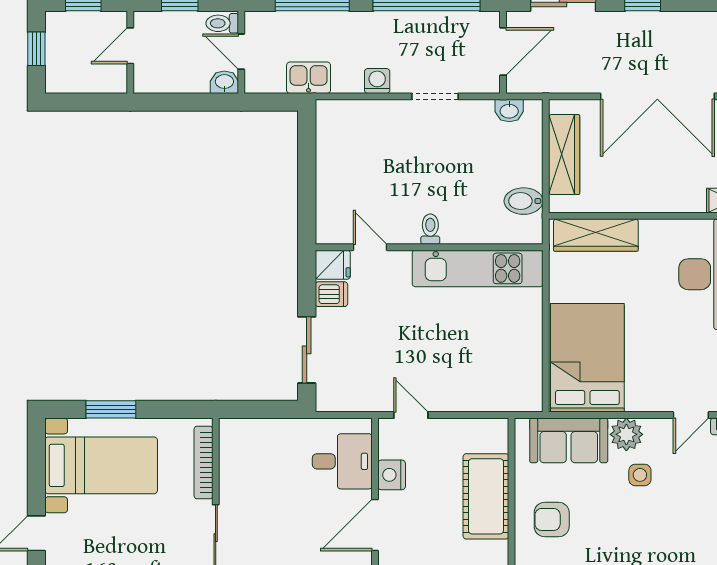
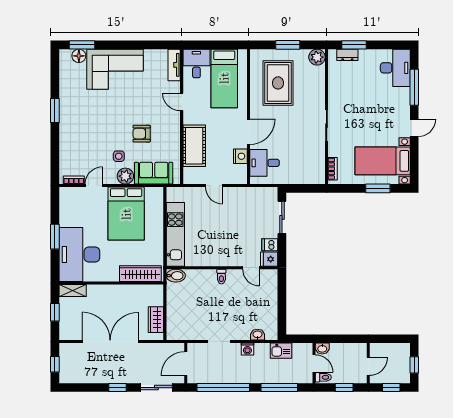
washbasin: (509, 111) -> (258, 335), moved
wardrobe: (564, 155) -> (156, 320), width x0.67
bidet: (524, 201) -> (176, 276), moved
kitchen unit: (478, 268) -> (175, 234), moved, turned 90
bed: (587, 358) -> (126, 214), moved
door: (411, 415) -> (214, 186), moved
bookcase: (203, 462) -> (332, 169), width x0.64
armchair: (552, 519) -> (142, 134), moved, turned 180

